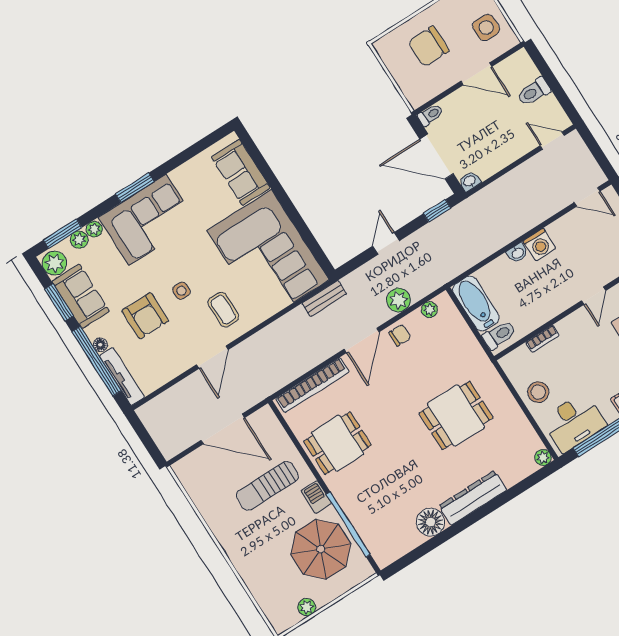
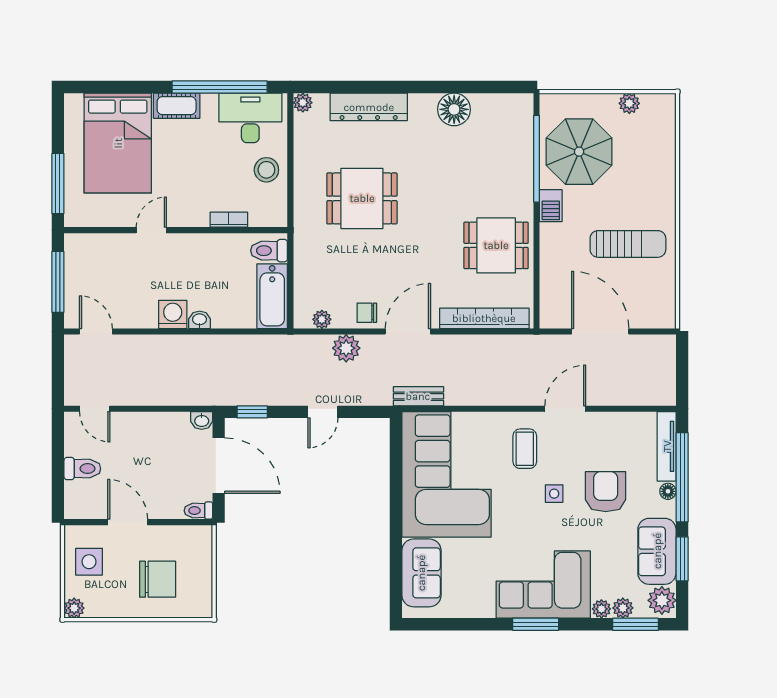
sun lounger: (267, 486) -> (628, 244), moved
dresser: (473, 498) -> (369, 107), moved

